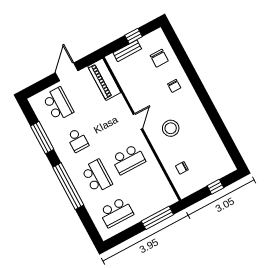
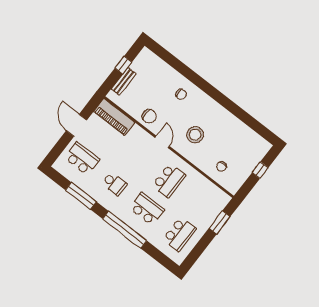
chair: (159, 58) -> (149, 116), moved
window: (157, 218) -> (220, 222), width x0.69

